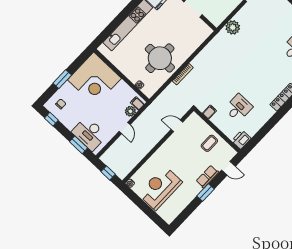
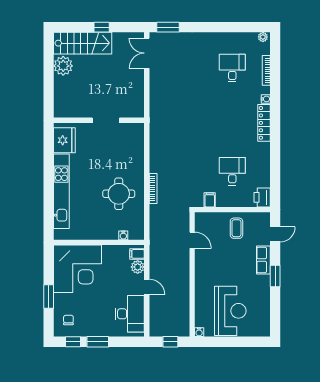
plant: (233, 27) -> (158, 103), removed
round table: (160, 58) -> (119, 194), width x0.73, depth x0.73
door: (177, 126) -> (192, 240), swing flipped
desk: (89, 134) -> (130, 314), moved, turned -90
window: (79, 145) -> (98, 342), moved
reception desk: (160, 188) -> (230, 311), turned 180

